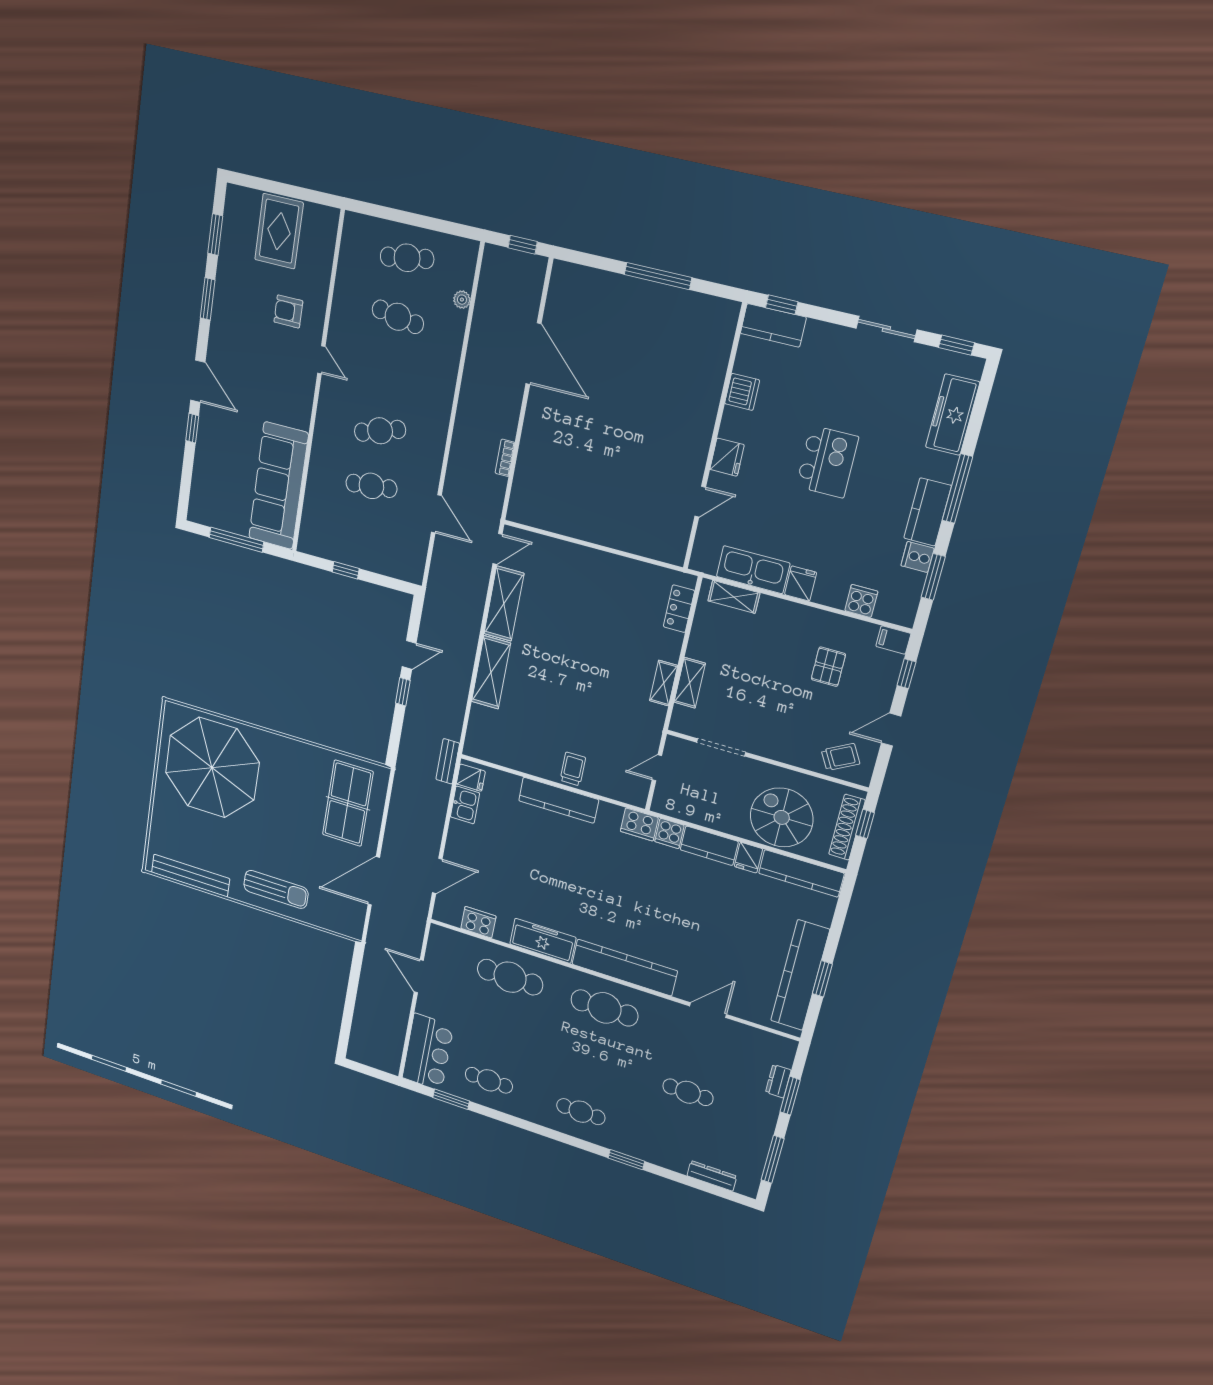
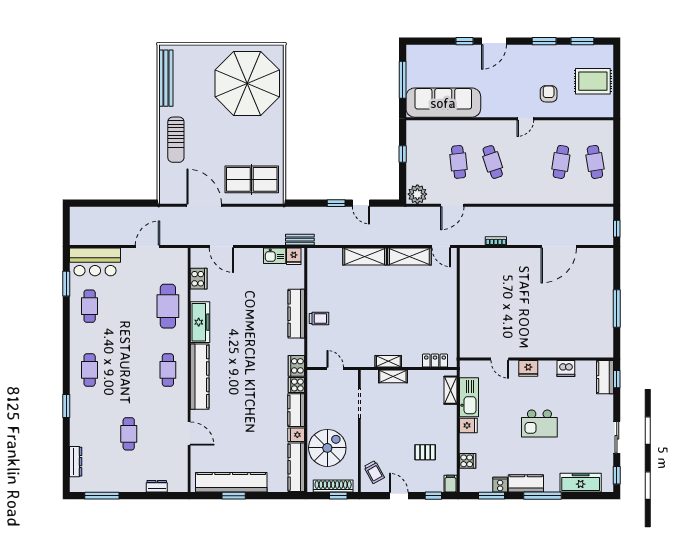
plant: (462, 300) -> (417, 194), moved, width x1.88, depth x1.88
cafe table: (604, 1008) -> (168, 370), width x0.73, depth x0.74
window: (790, 1096) -> (150, 496), removed

